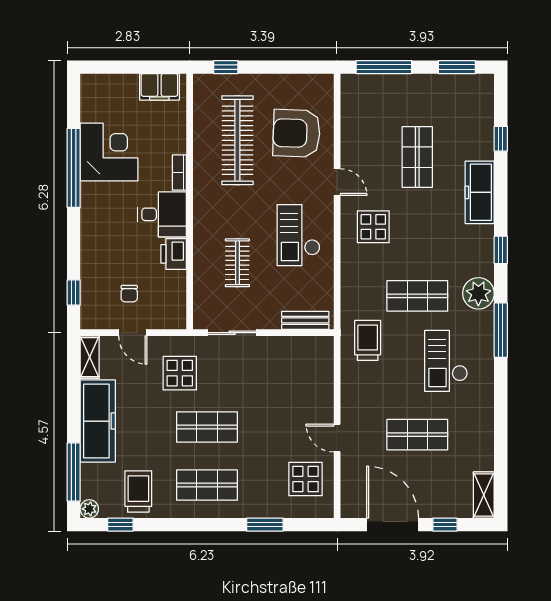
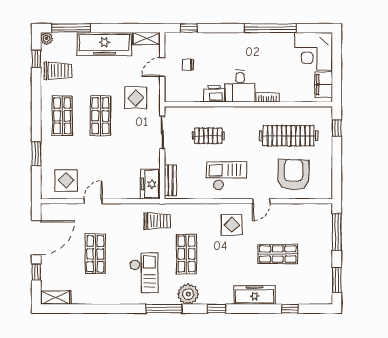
corner desk: (109, 152) -> (314, 51), moved, turned 90
freezer: (311, 351) -> (150, 184), added
checkout: (446, 361) -> (144, 273), turned 90

